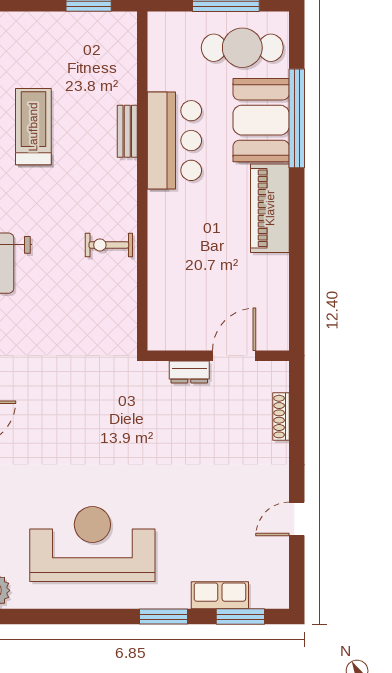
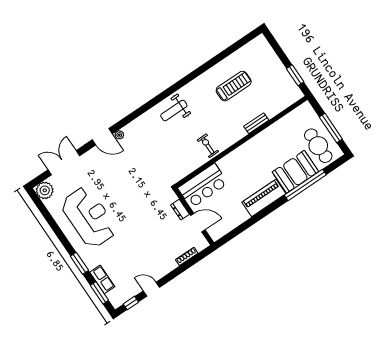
bar counter: (174, 141) -> (203, 186), moved
window: (297, 573) -> (131, 303), added

